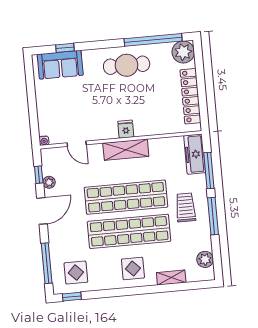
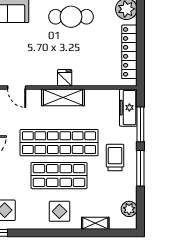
shop shelf: (129, 231) -> (59, 176), width x0.71

